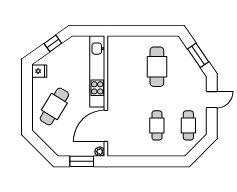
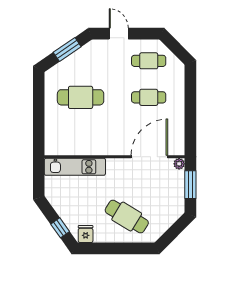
window: (53, 43) -> (60, 228), moved
kitchen unit: (97, 71) -> (75, 167), width x0.73
door: (106, 126) -> (149, 157), swing flipped

